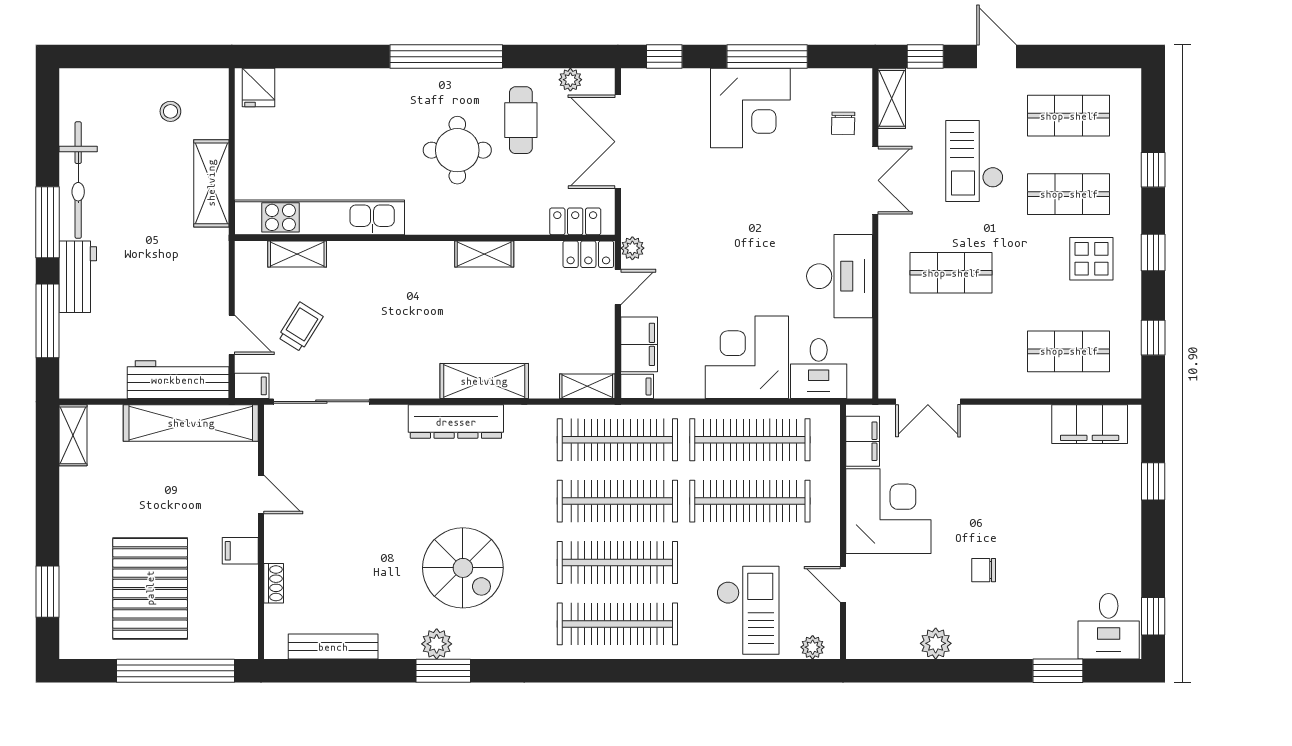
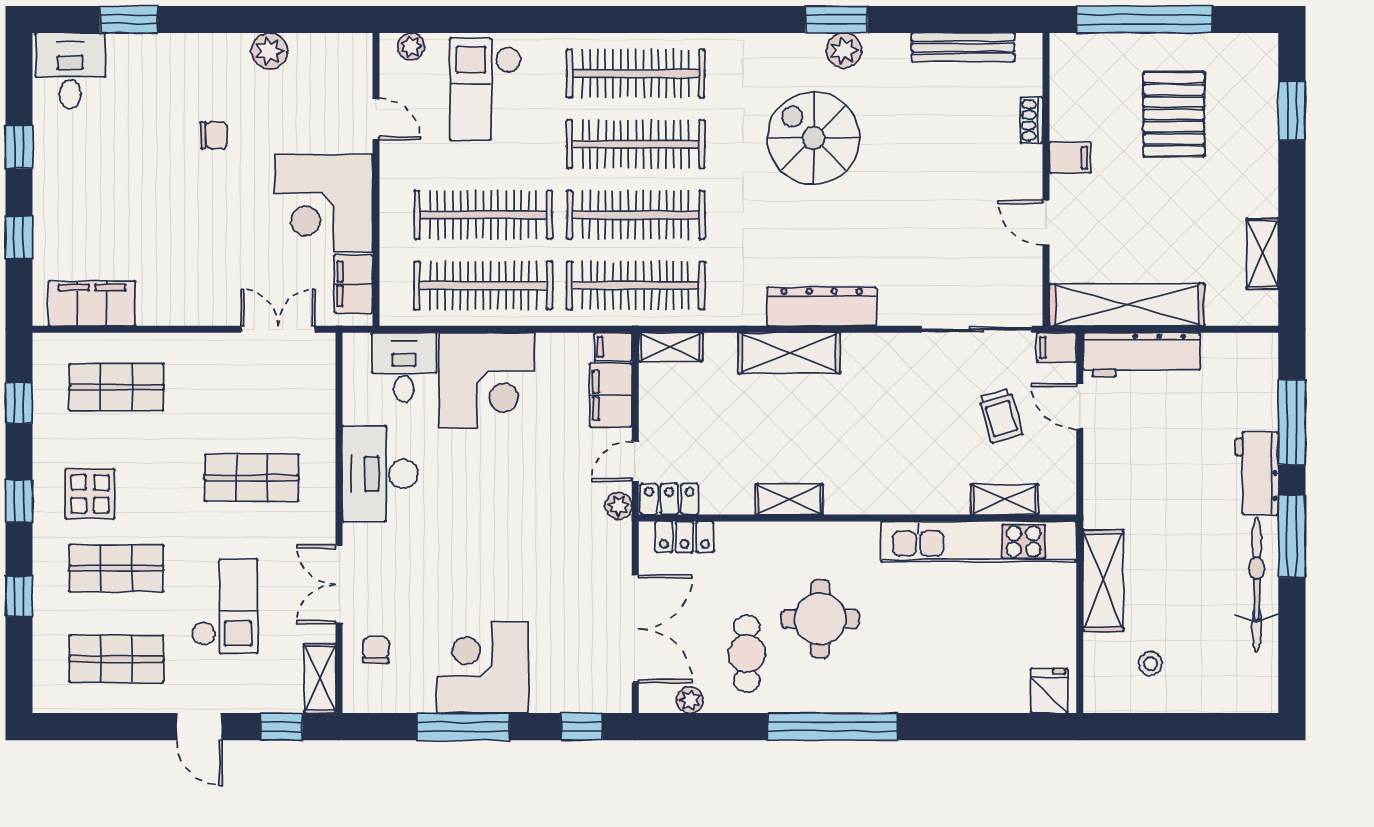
trolley: (300, 327) -> (1001, 415), turned -48
shelving: (73, 435) -> (1263, 254), moved
pallet: (150, 588) -> (1174, 114), width x0.73, depth x0.71
window: (1153, 616) -> (19, 147), moved

